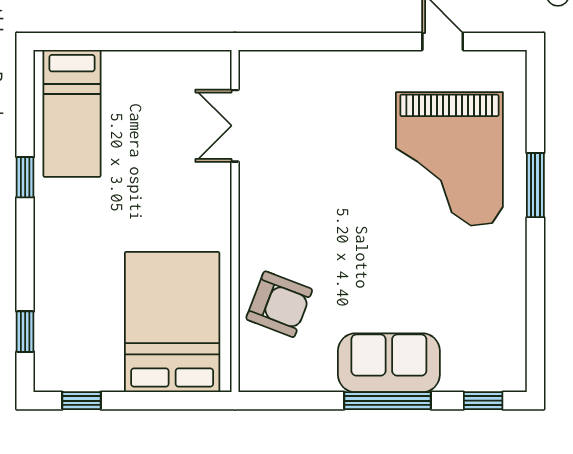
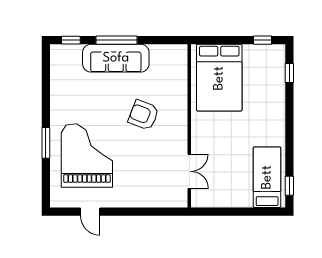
window: (25, 177) -> (289, 186), moved
armchair: (279, 304) -> (143, 115), moved
sofa: (389, 363) -> (116, 58), width x1.36

